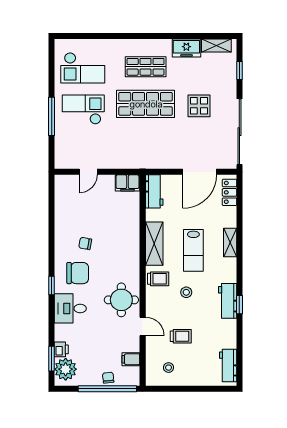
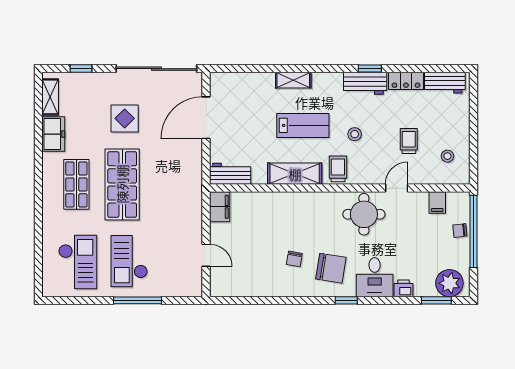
door: (200, 172) -> (206, 118), swing flipped
locker: (230, 192) -> (406, 81), moved
chair: (78, 273) -> (331, 268), turned 99
printer: (61, 349) -> (403, 288), moved

